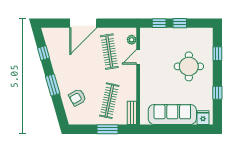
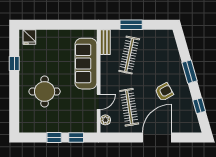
window: (217, 54) -> (14, 105), removed
armchair: (77, 97) -> (164, 92), moved
sofa: (172, 114) -> (86, 64), moved, turned 90

